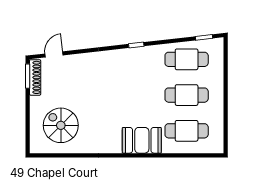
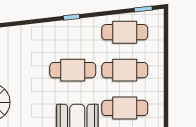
cafe table: (137, 95) -> (73, 70), added

